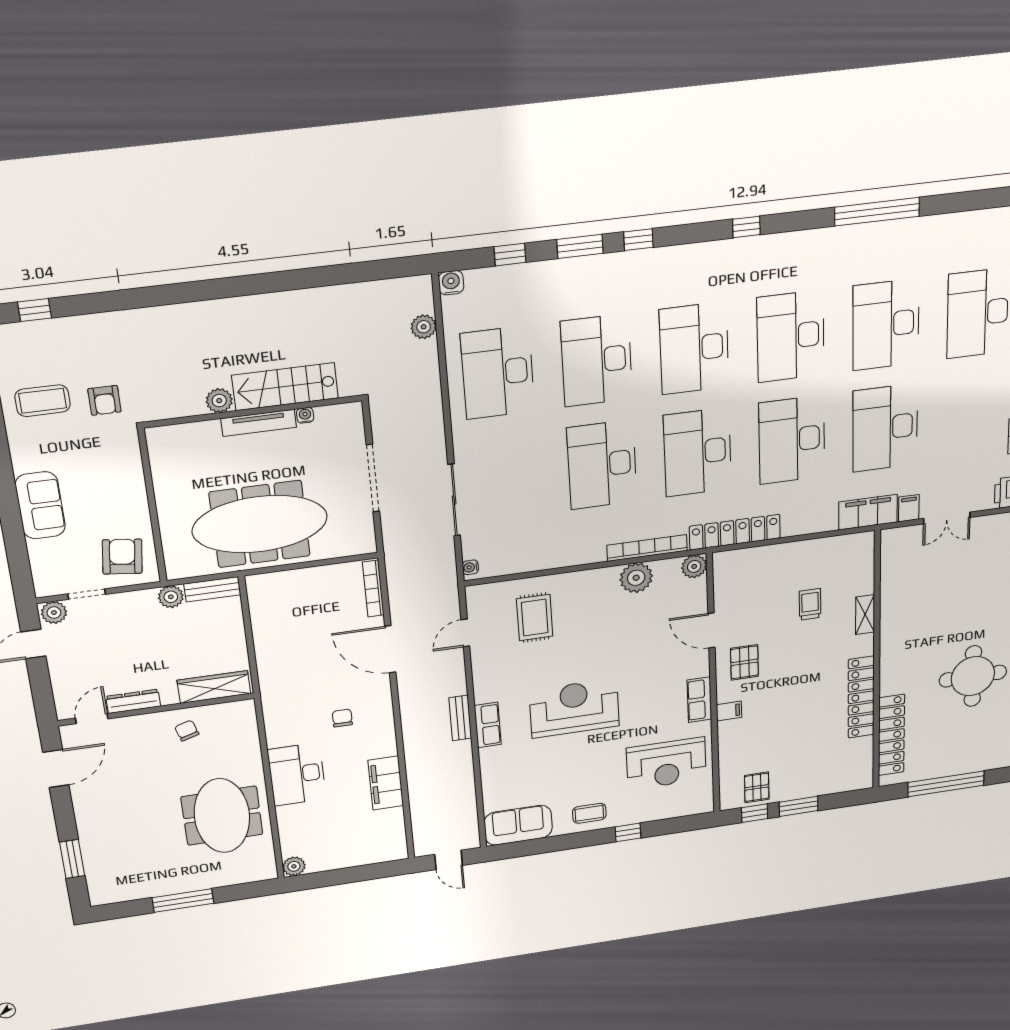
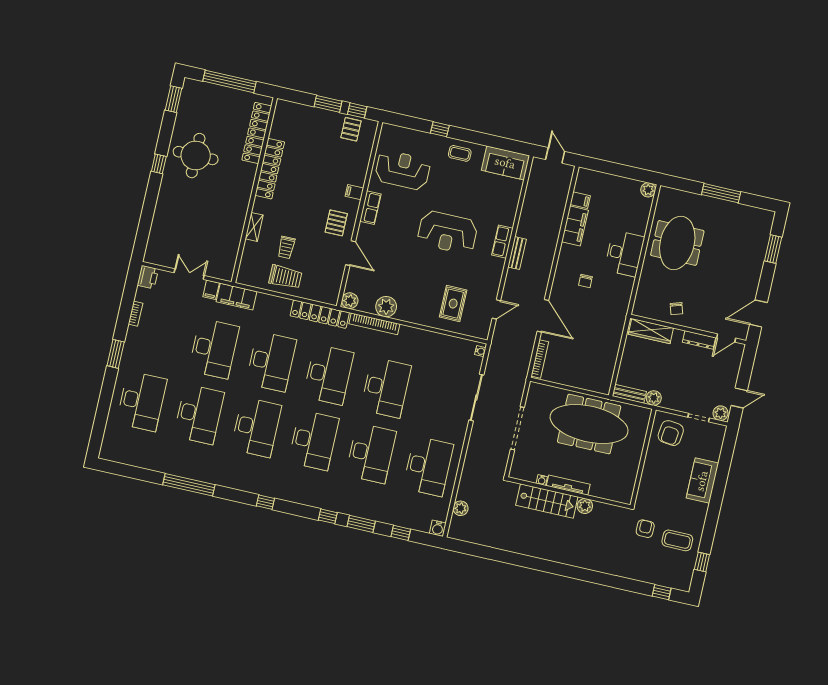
trolley: (801, 565) -> (285, 277), added
filing cabinet: (390, 818) -> (580, 200), added

